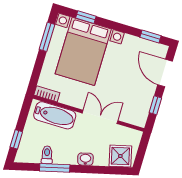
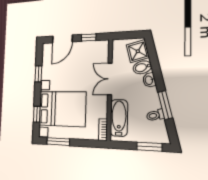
window: (151, 36) -> (38, 74), moved
window: (16, 139) -> (149, 147), width x1.50
bidet: (101, 156) -> (142, 67), added

